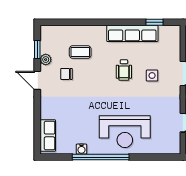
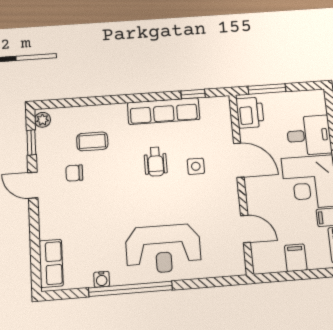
plant: (46, 60) -> (43, 120), moved

